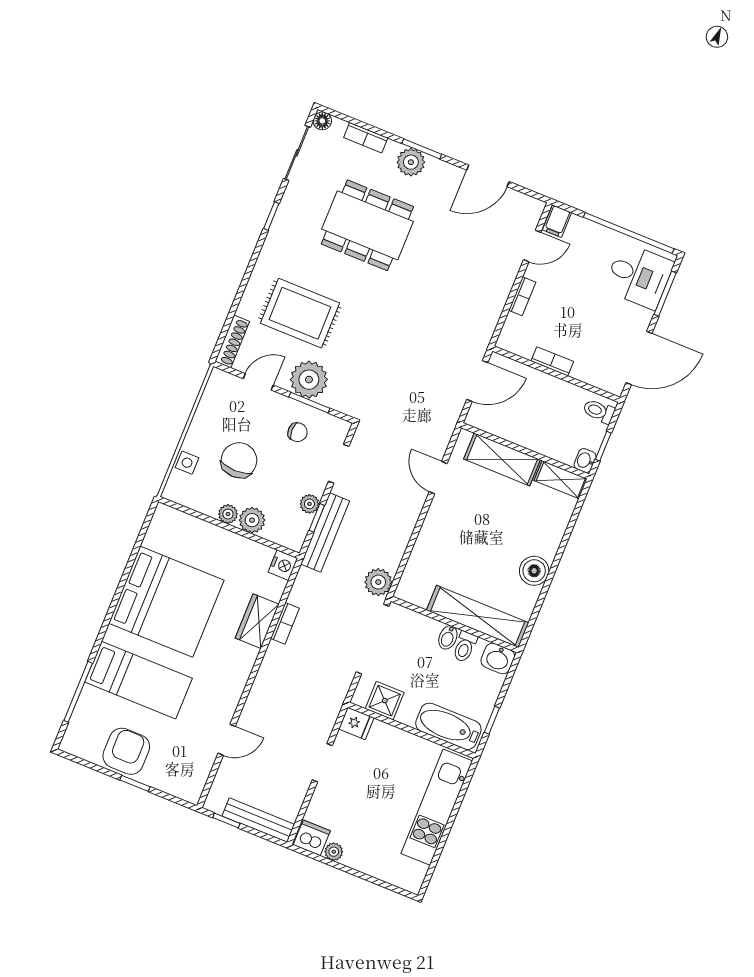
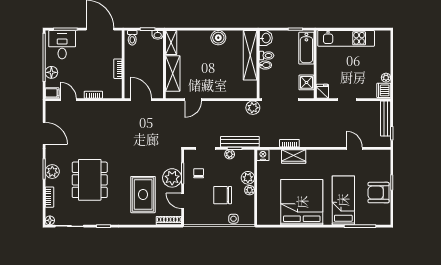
floor lamp: (595, 235) -> (51, 72), added

